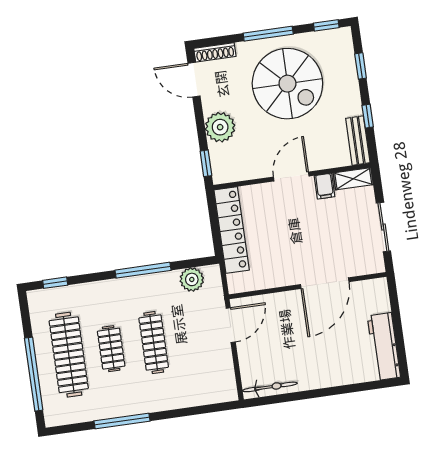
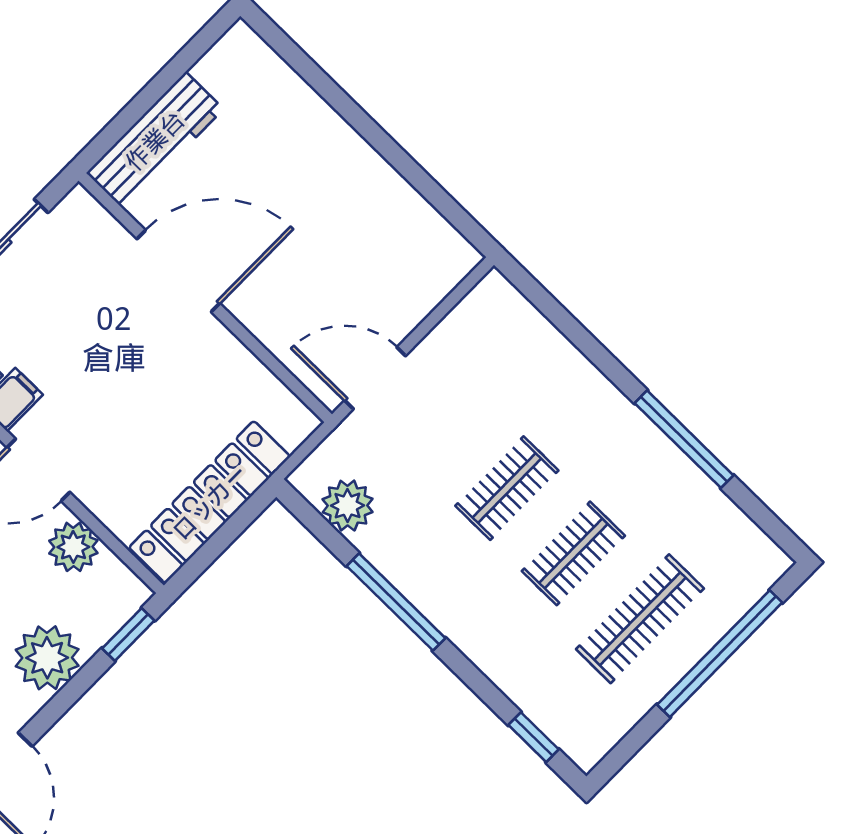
plant: (253, 168) -> (73, 547), added
clothes rail: (154, 343) -> (507, 488), width x0.73
workbench: (384, 347) -> (155, 141), moved
clothes rail: (69, 355) -> (640, 619), width x0.73, depth x0.76
bicycle: (270, 387) -> (430, 229), removed

